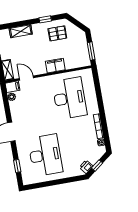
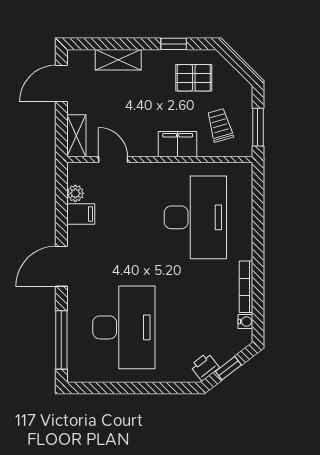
trolley: (73, 53) -> (220, 125), added
filing cabinet: (13, 87) -> (81, 214), moved
window: (17, 166) -> (61, 340), width x2.17

